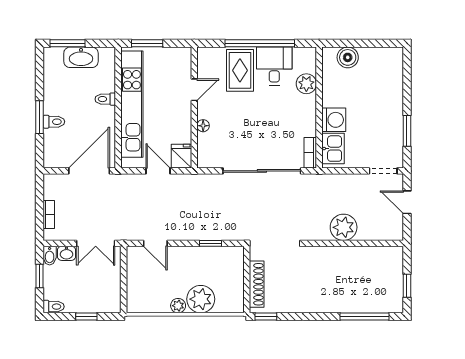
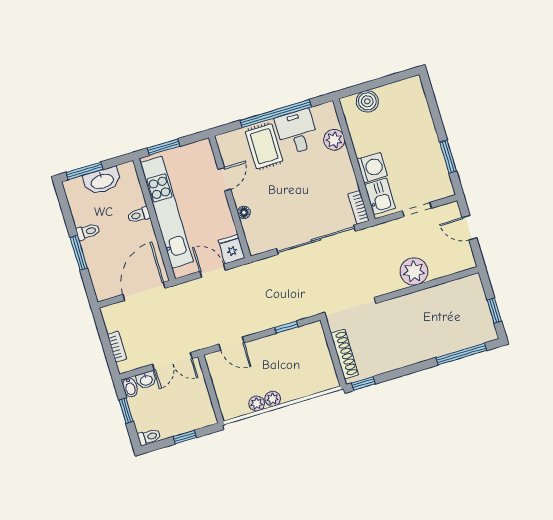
toilet: (54, 122) -> (88, 232), moved
doorway: (383, 171) -> (417, 209), moved
plant: (201, 299) -> (257, 404), moved, width x0.53, depth x0.53

